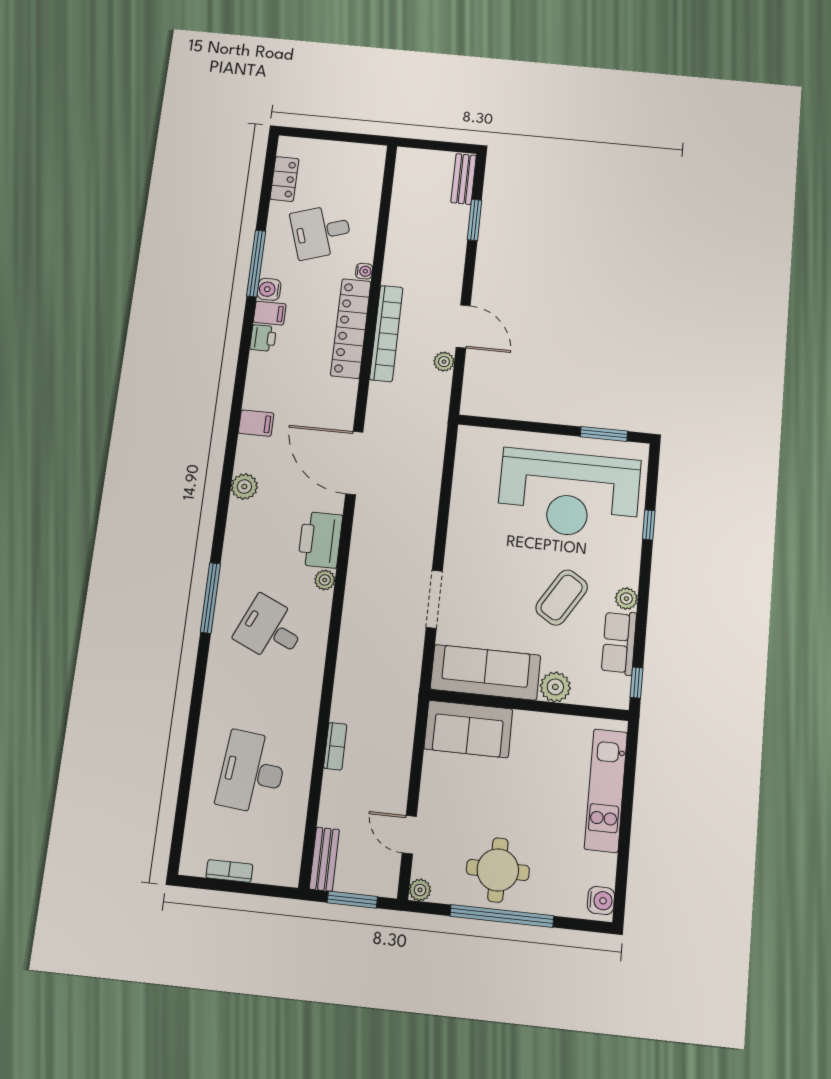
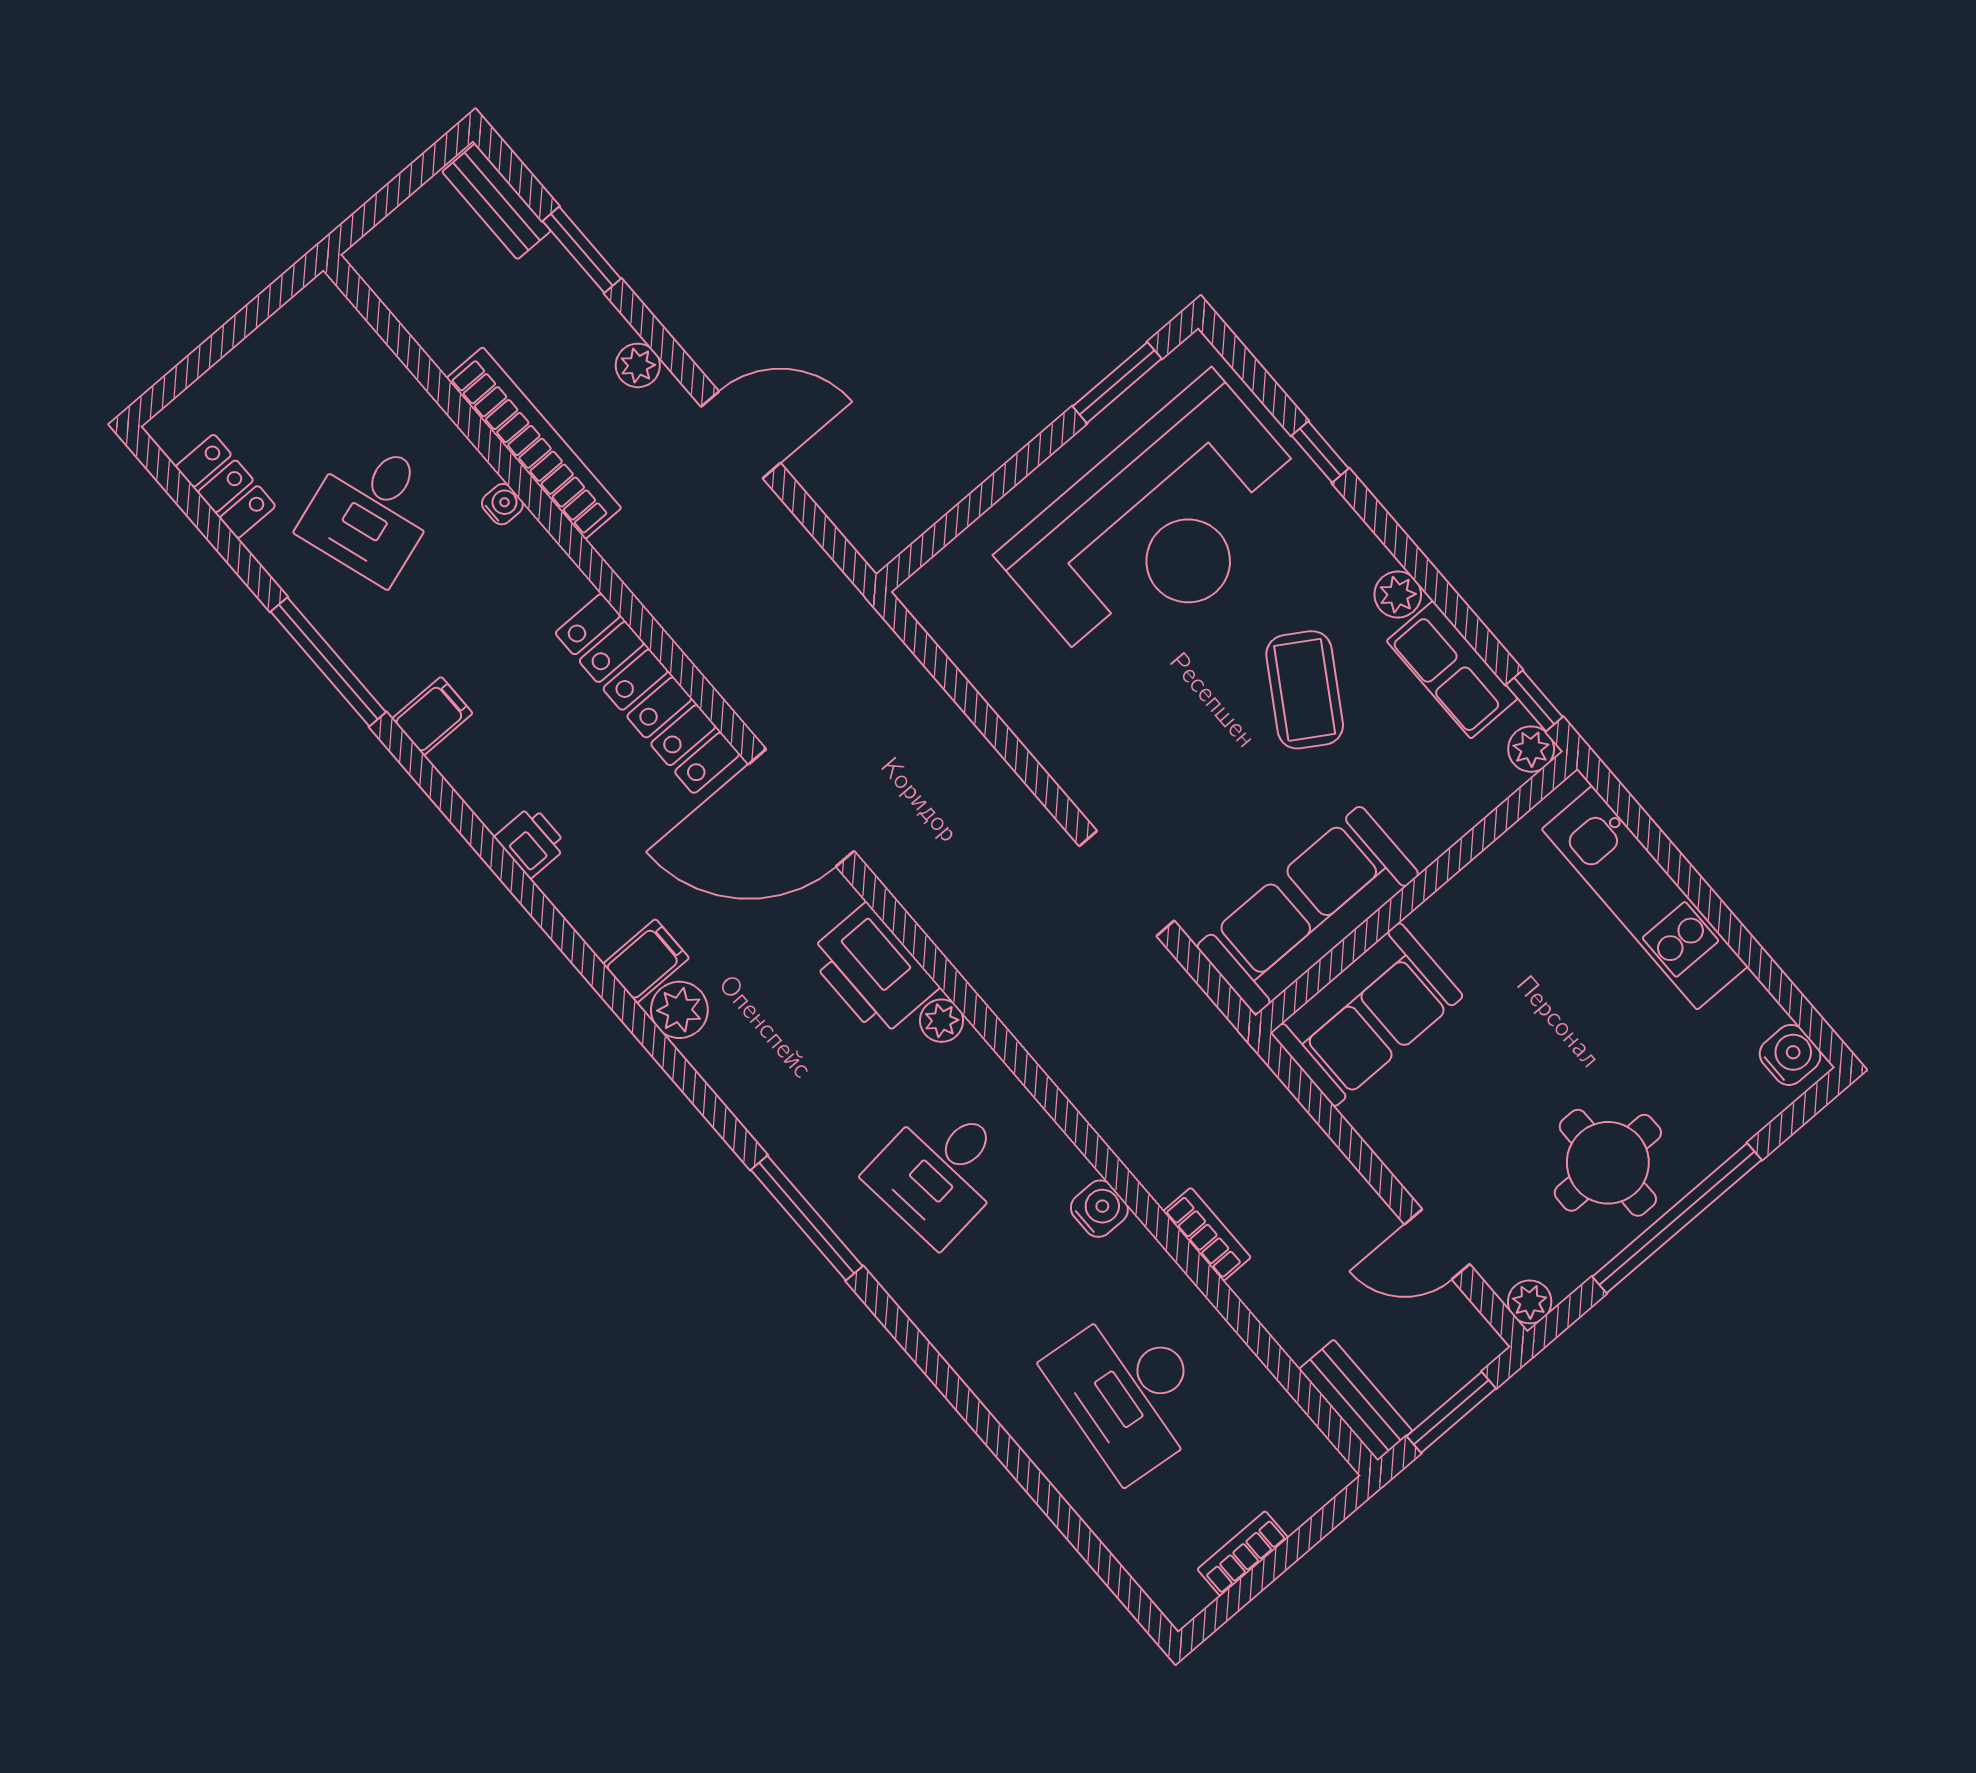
water cooler: (269, 289) -> (1099, 1209), moved, turned 180
locker: (351, 328) -> (647, 694), moved
bookcase: (386, 333) -> (534, 443), moved
printer: (263, 338) -> (531, 842), moved
plant: (444, 362) -> (638, 365), moved
filing cabinet: (256, 423) -> (646, 961), moved
desk: (270, 629) -> (940, 1171), turned -30
plant: (555, 687) -> (1531, 749), moved, width x0.73, depth x0.73

